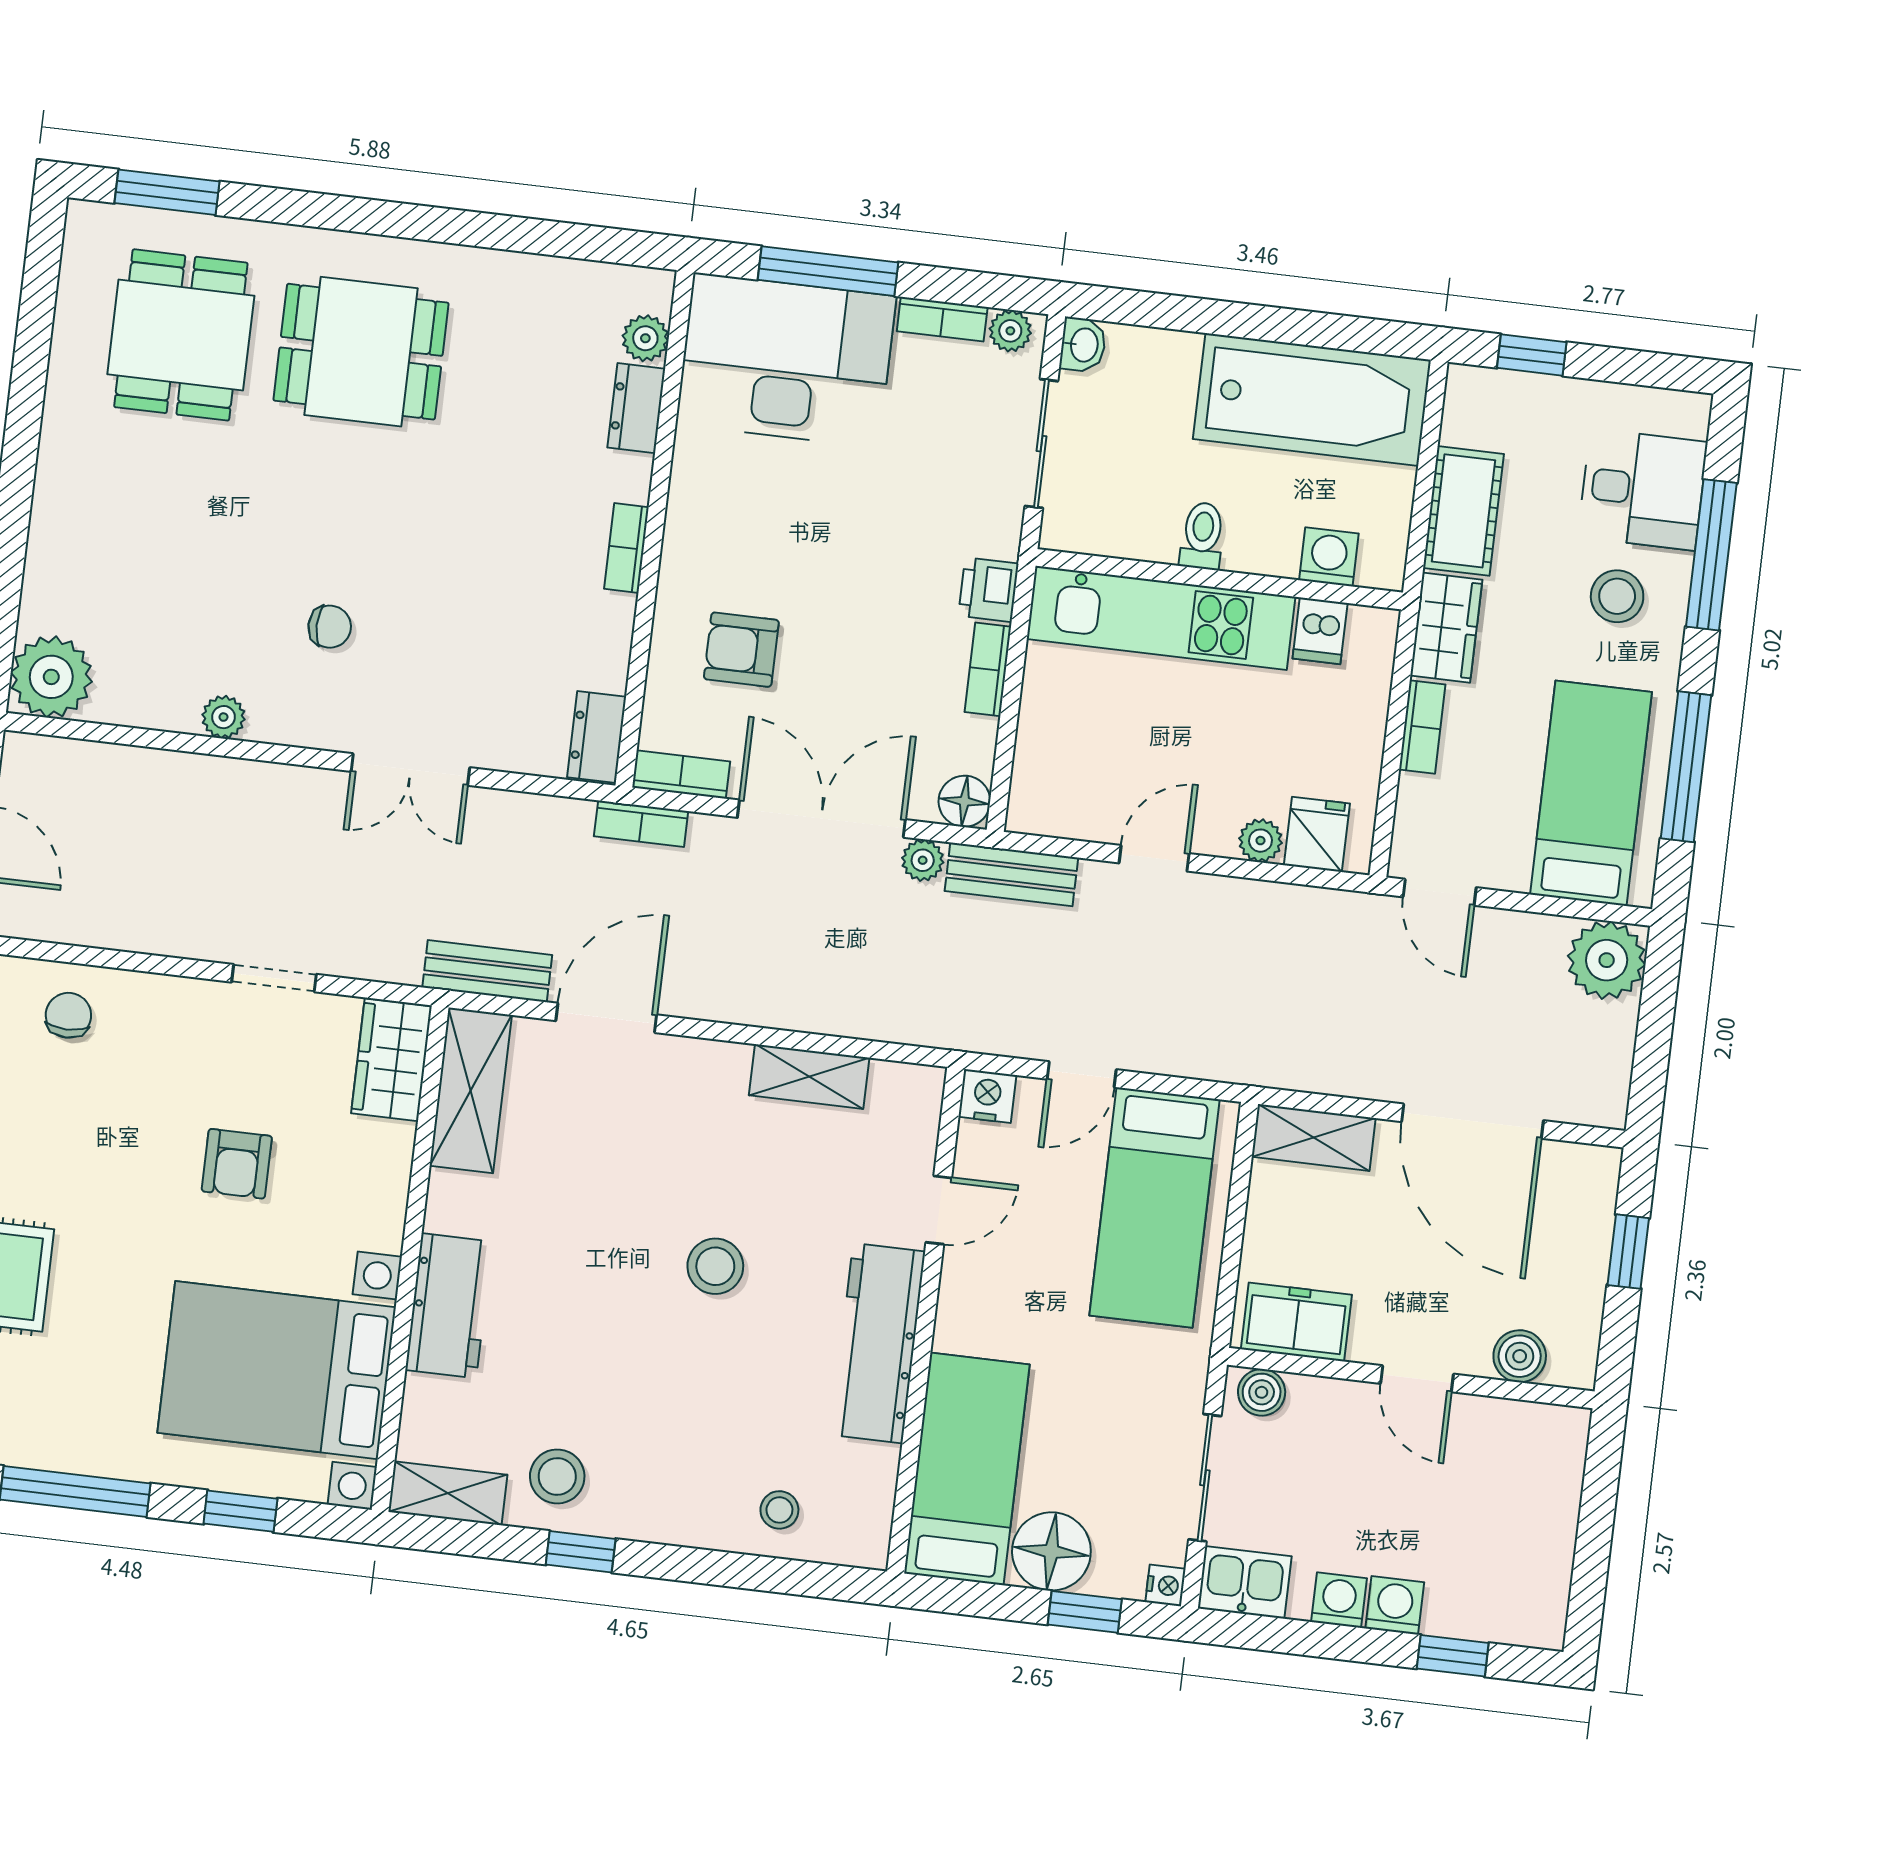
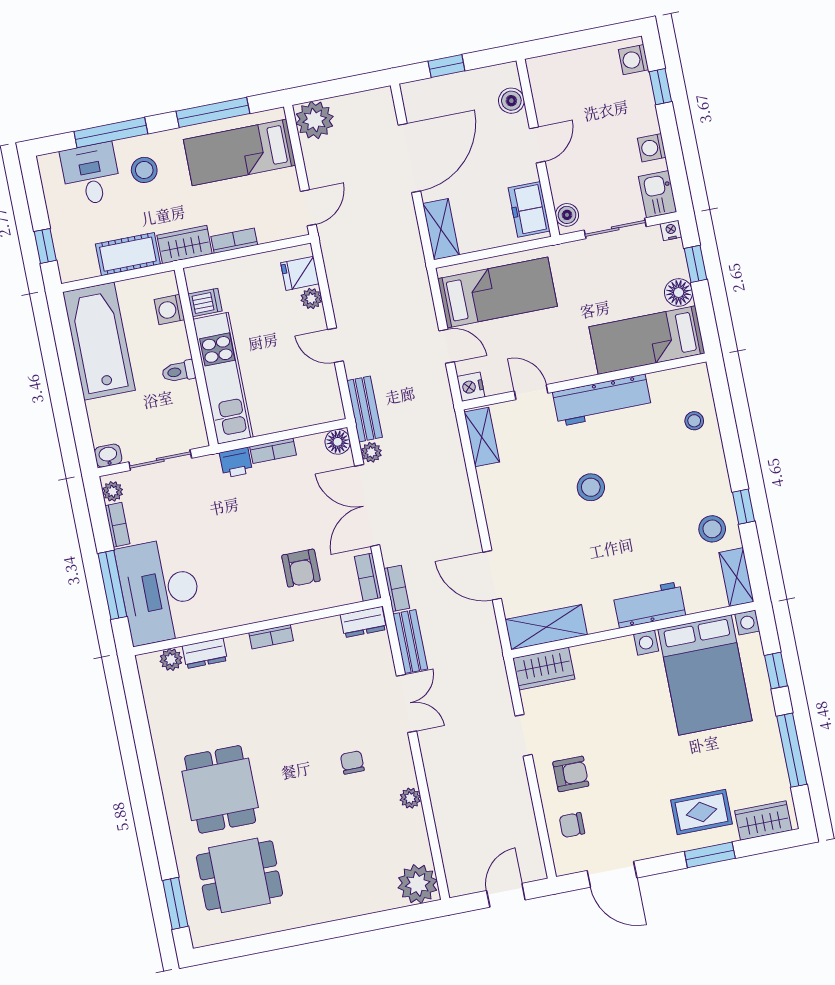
bench: (487, 971) -> (410, 642), moved
shelving: (809, 1076) -> (482, 437), moved
armchair: (237, 1164) -> (571, 774), moved
floor lamp: (1051, 1551) -> (679, 292), width x0.73, depth x0.73
washing machine: (1395, 1605) -> (634, 60), moved

